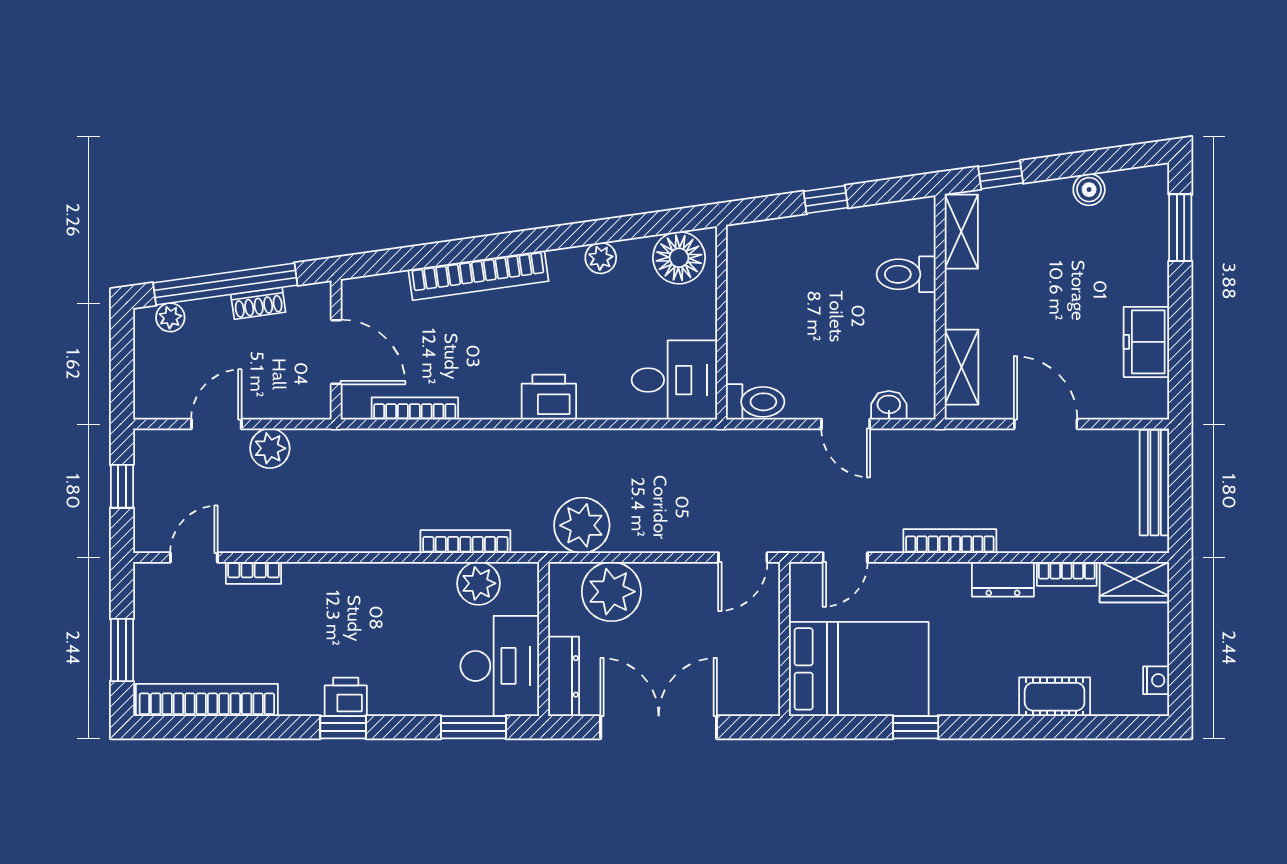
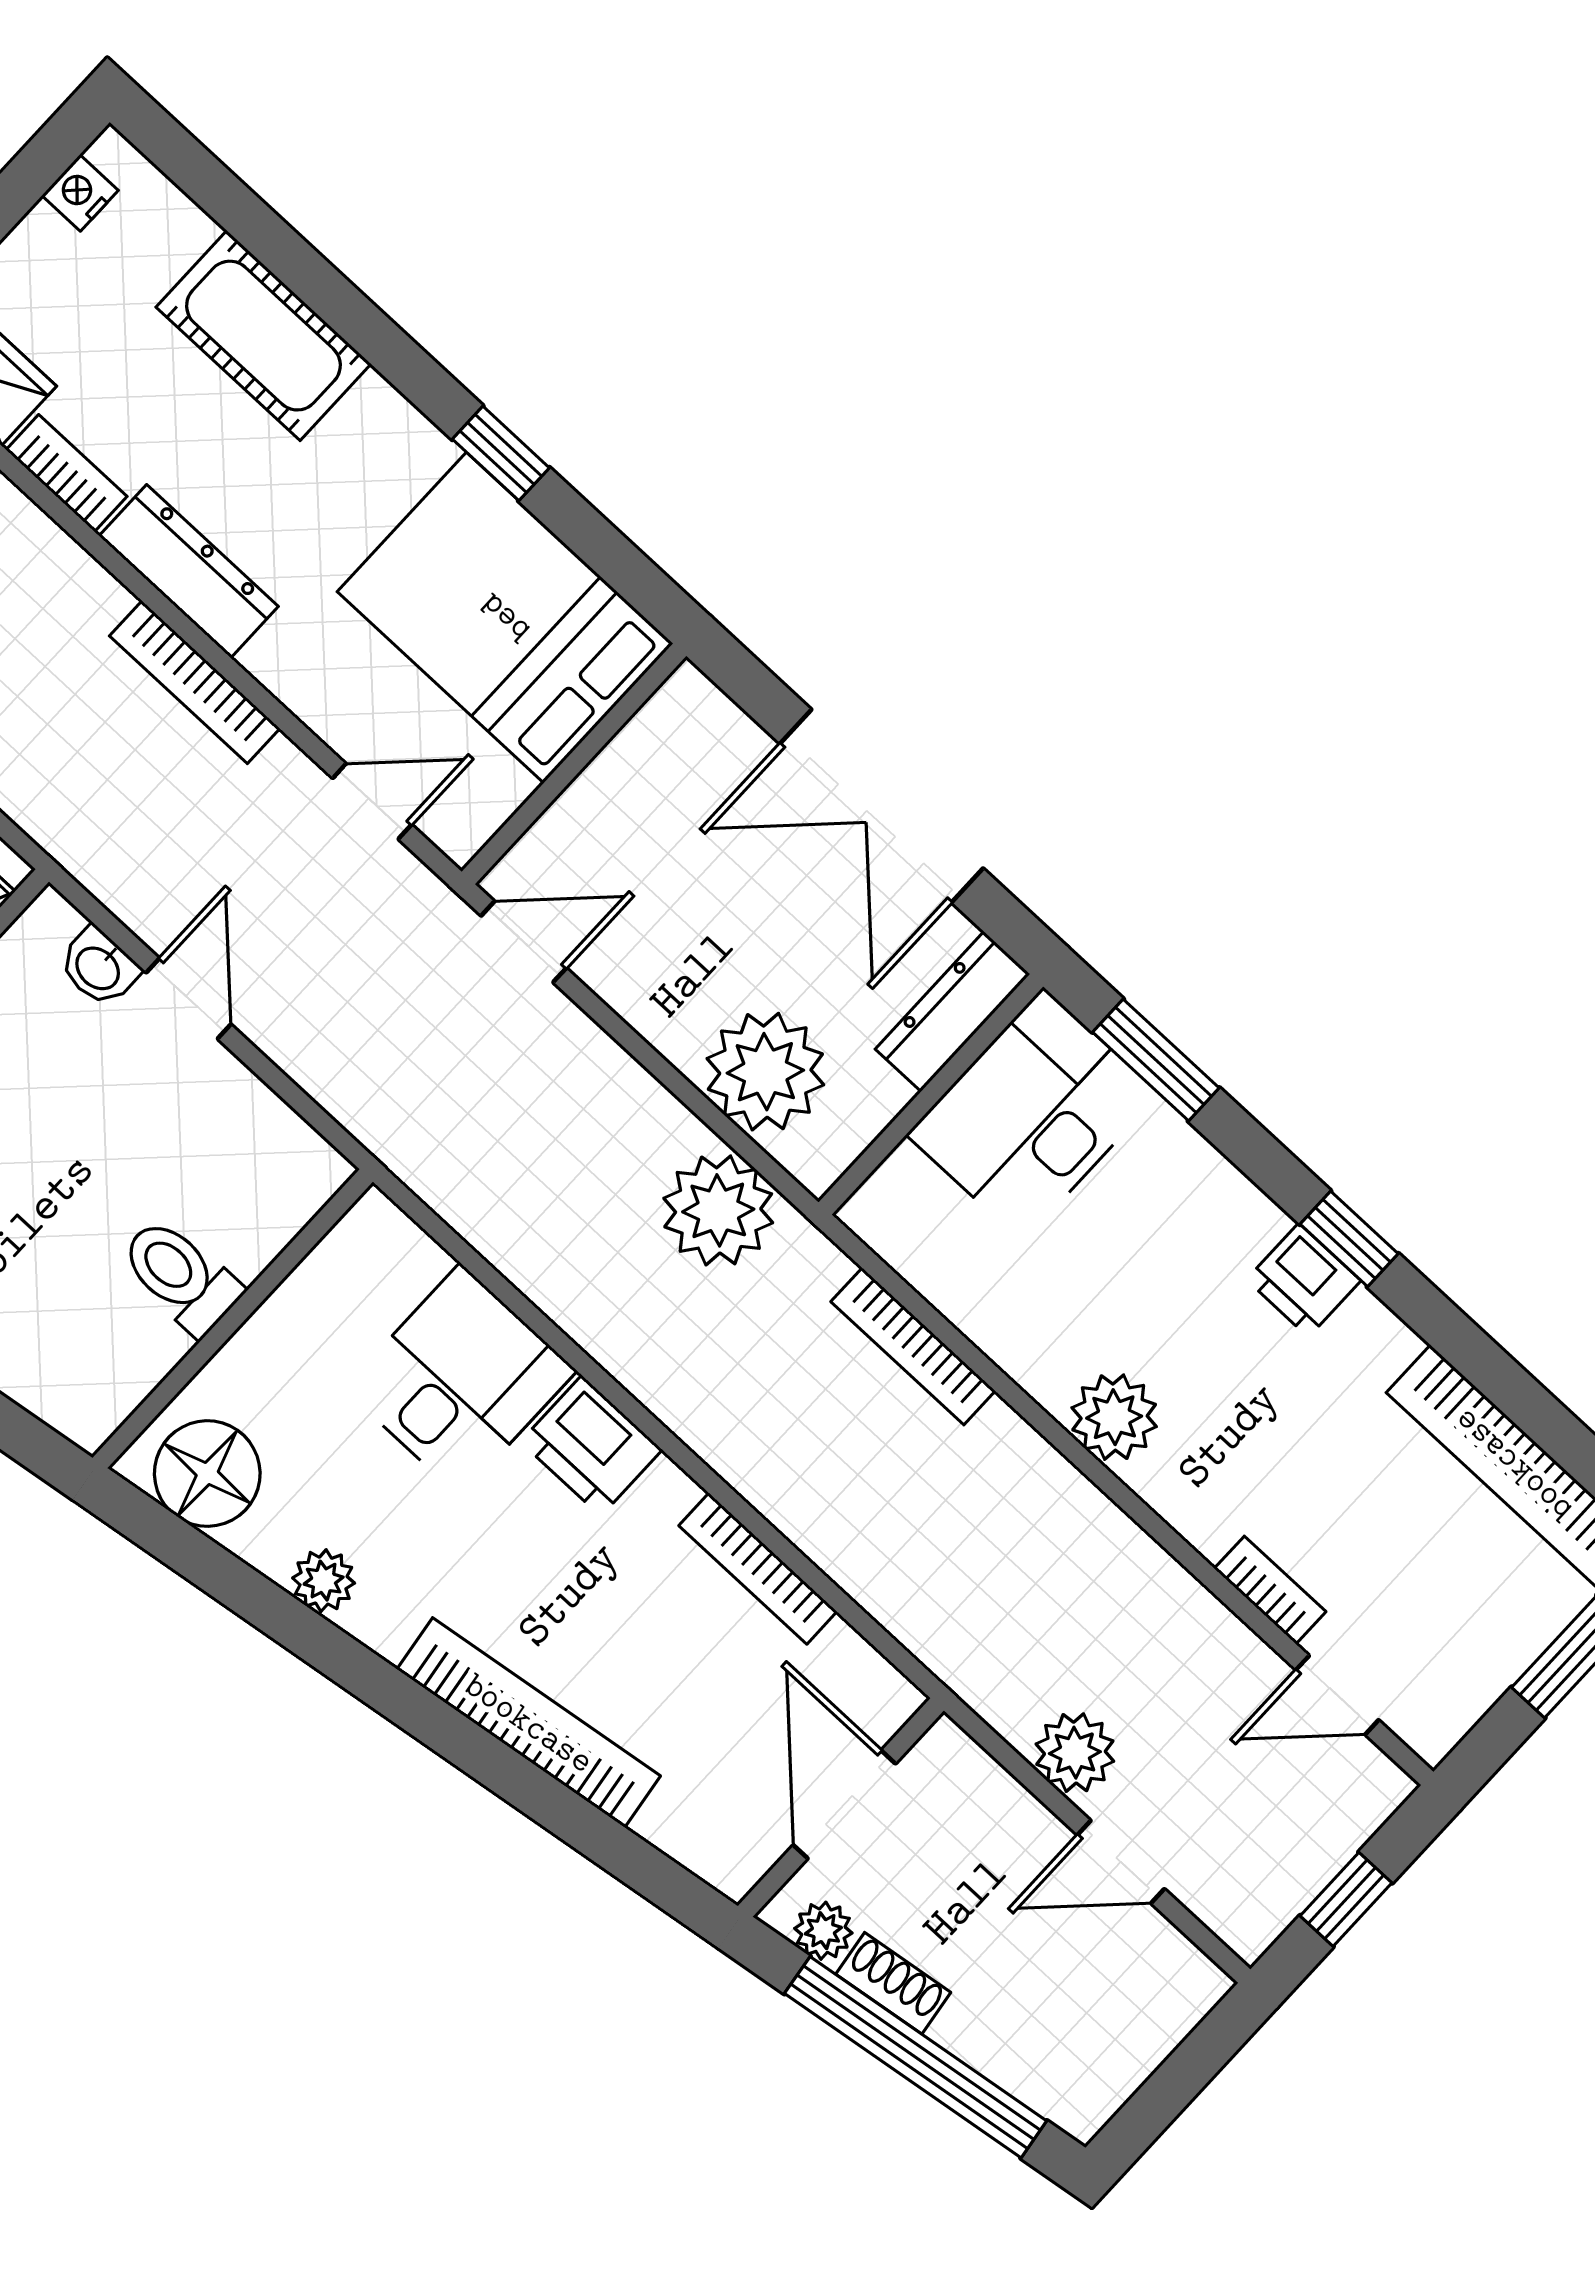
plant: (170, 317) -> (823, 1931), moved
desk: (674, 380) -> (460, 1380), moved, turned 90
toilet: (755, 402) -> (180, 1276), moved
bookcase: (415, 409) -> (758, 1568), moved
dresser: (1003, 579) -> (189, 571), width x1.44
plant: (479, 583) -> (1114, 1417), moved
cot: (1055, 697) -> (263, 336), width x1.37, depth x1.34

